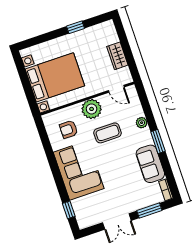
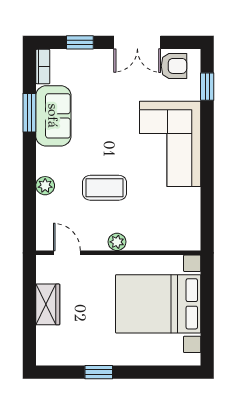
plant: (92, 109) -> (117, 242), width x0.53, depth x0.53
armchair: (69, 129) -> (174, 66), moved
window: (158, 142) -> (29, 113), moved
window: (149, 211) -> (80, 42), width x0.67
double door: (117, 222) -> (137, 42), swing flipped

